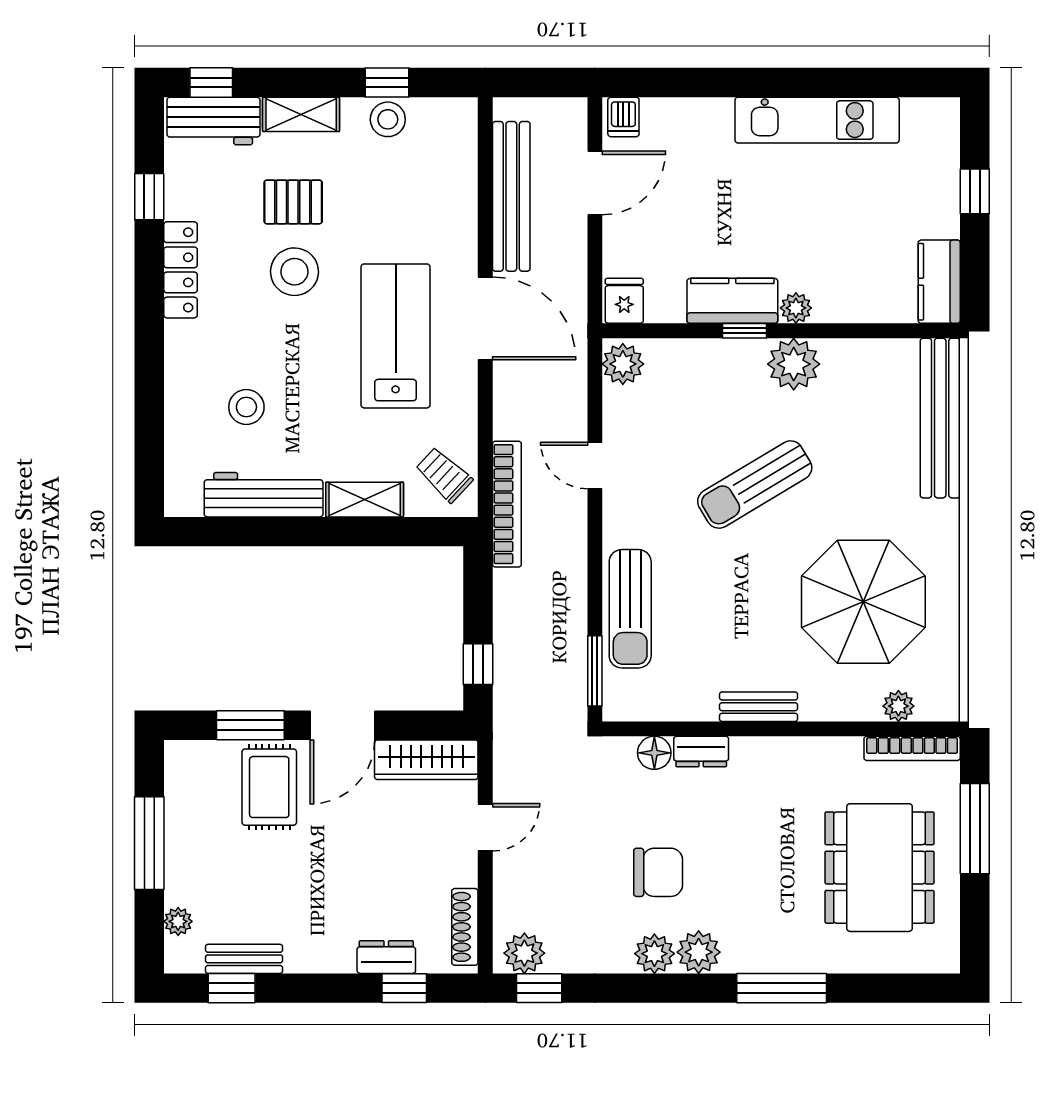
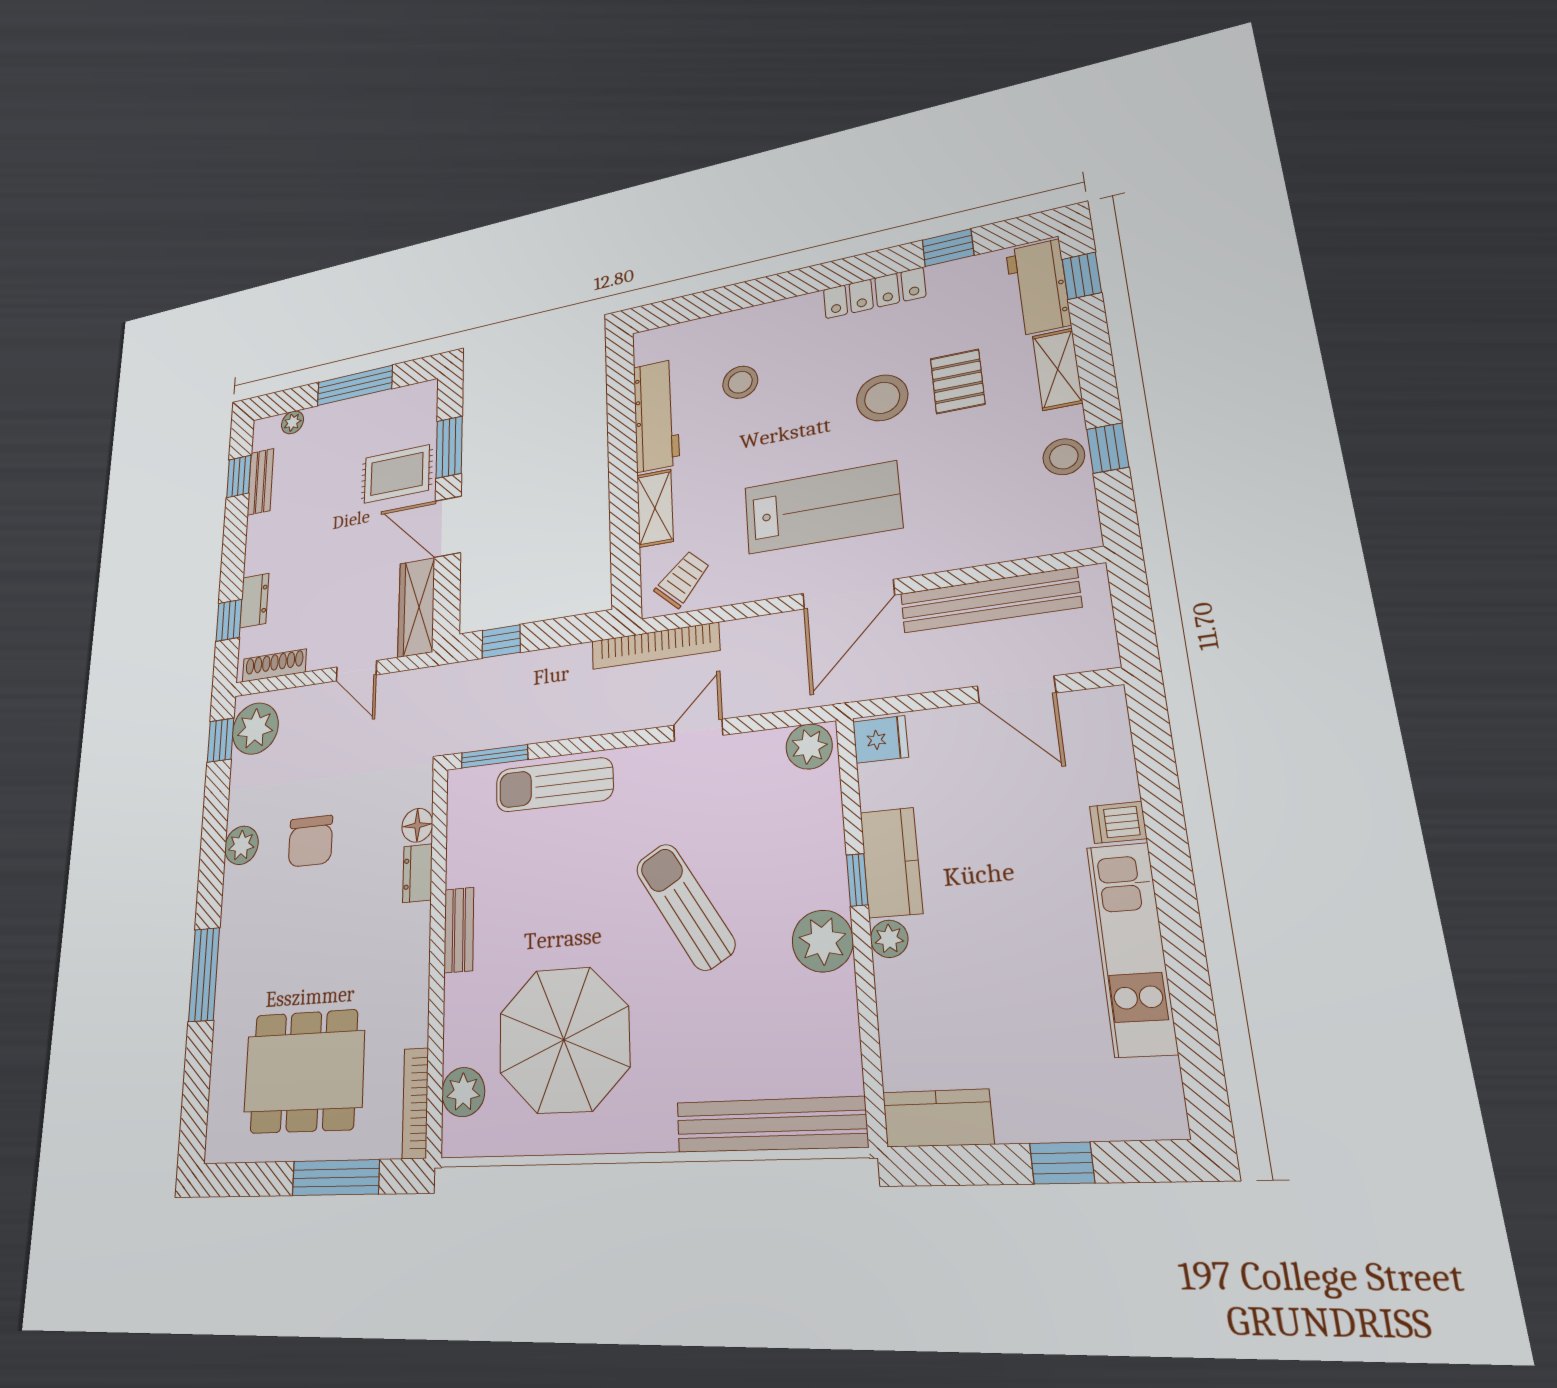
dishwasher: (623, 117) -> (1118, 822), moved
plant: (898, 706) -> (463, 1092), width x1.38, depth x1.38
plant: (699, 952) -> (240, 888), removed
plant: (524, 953) -> (255, 729), width x1.36, depth x1.36

